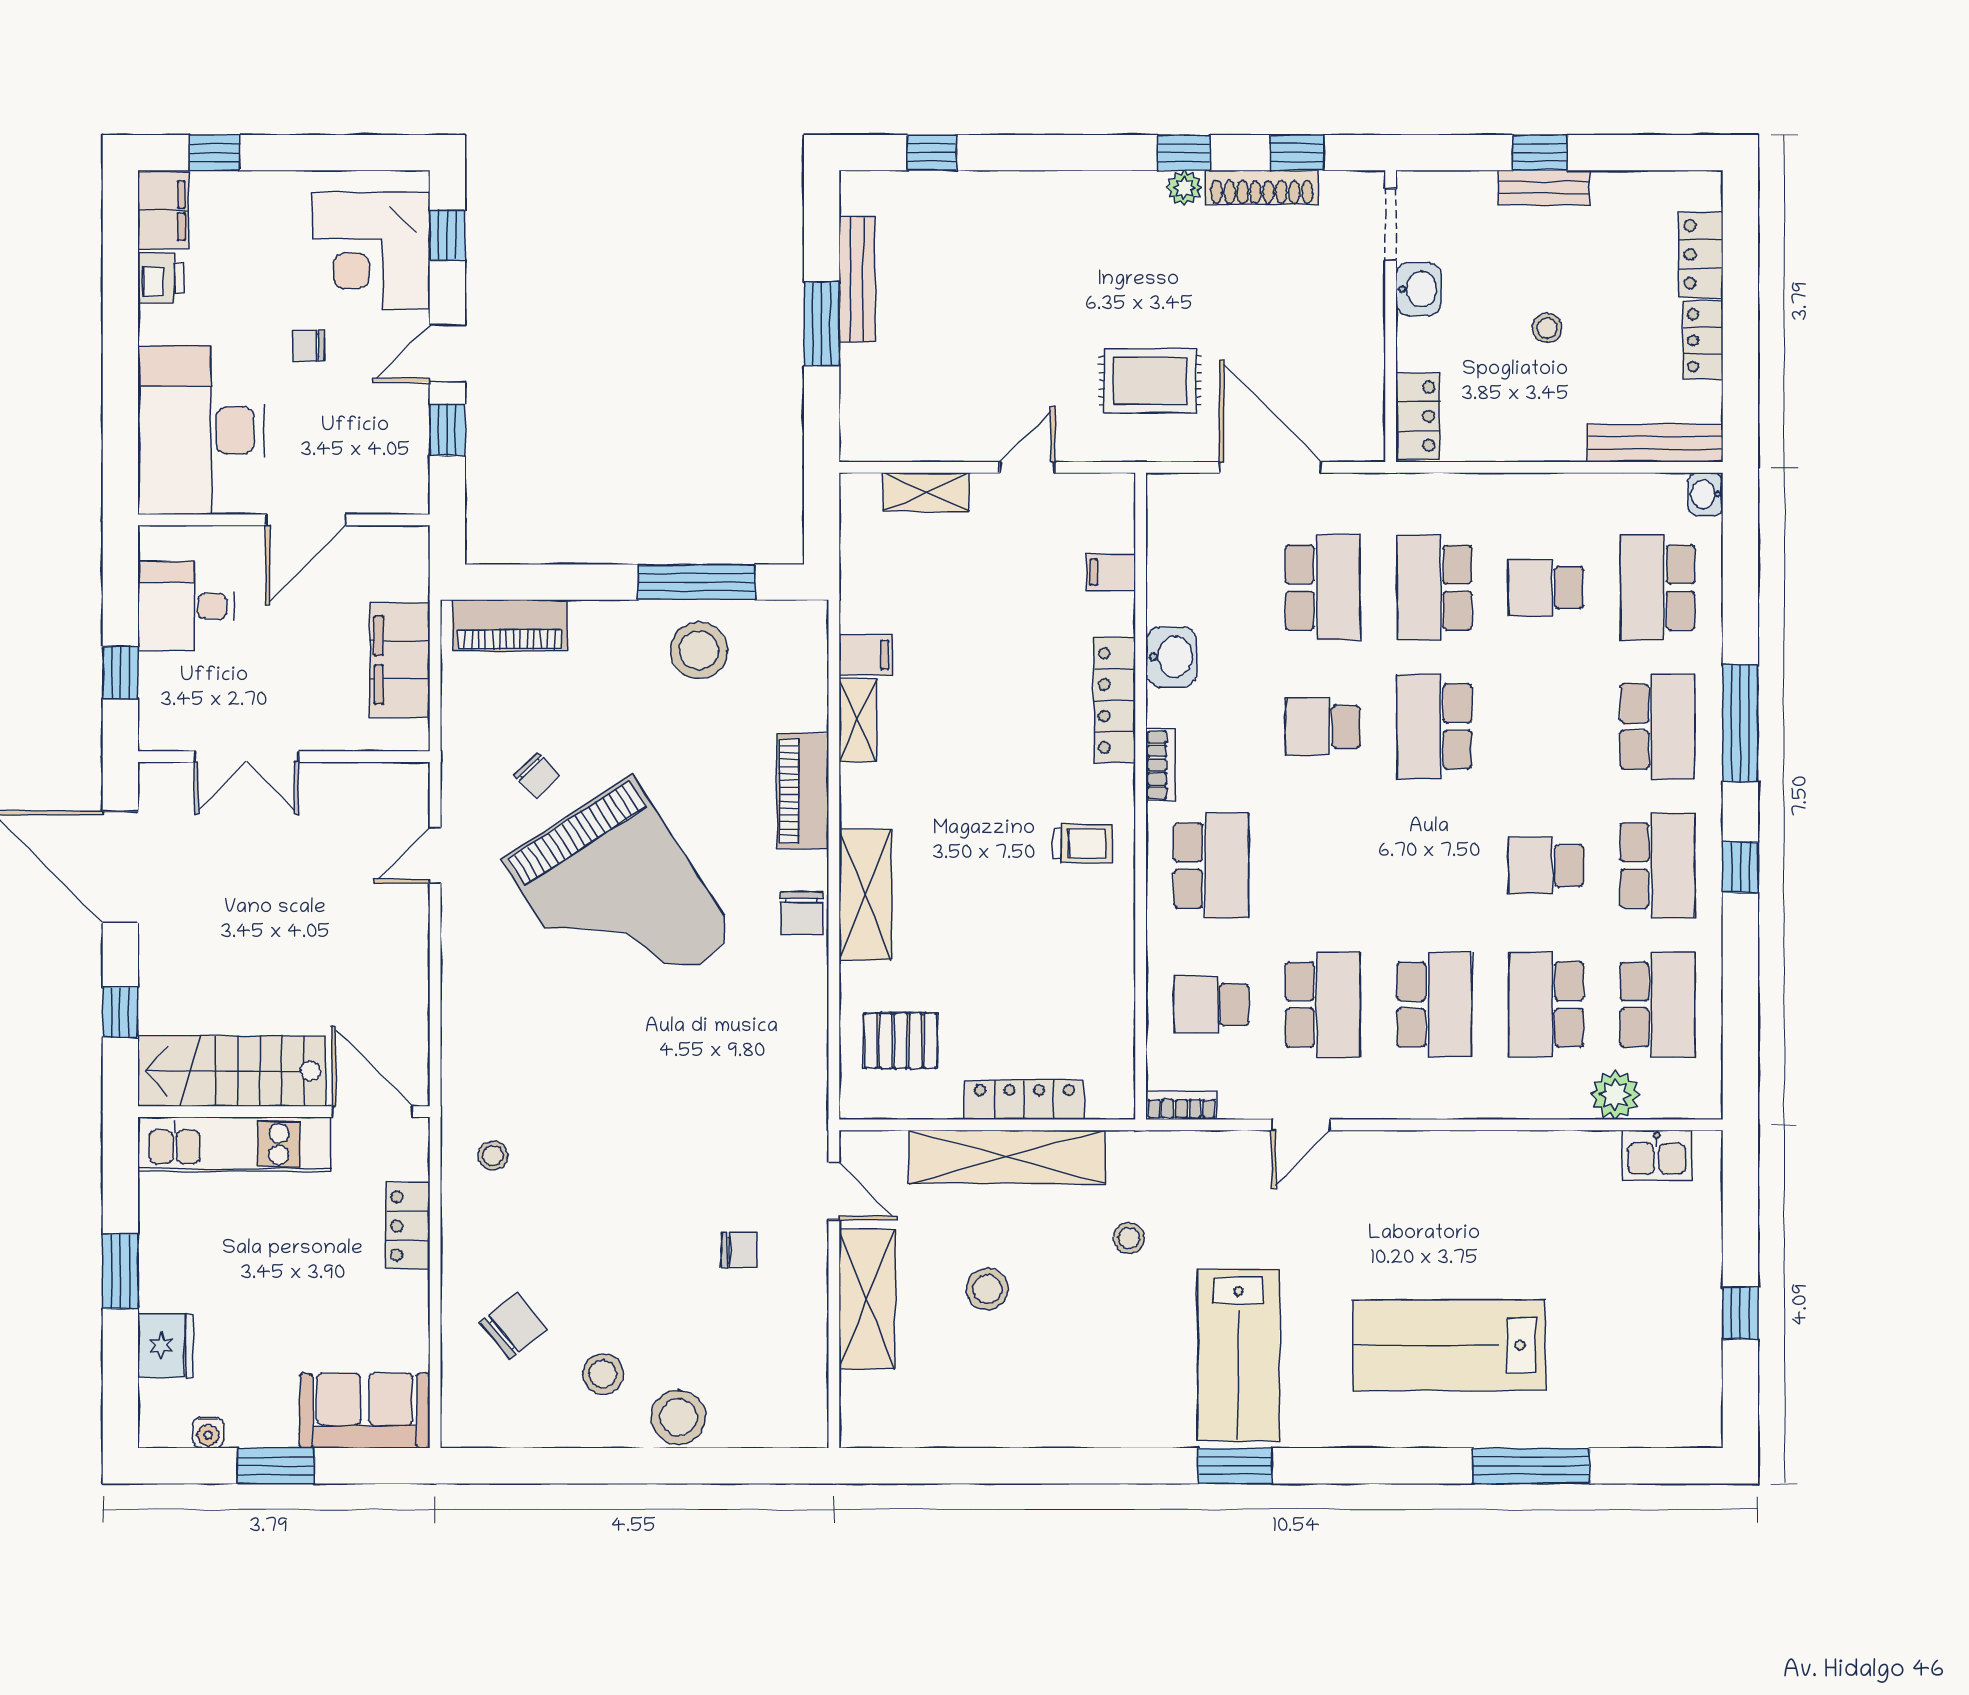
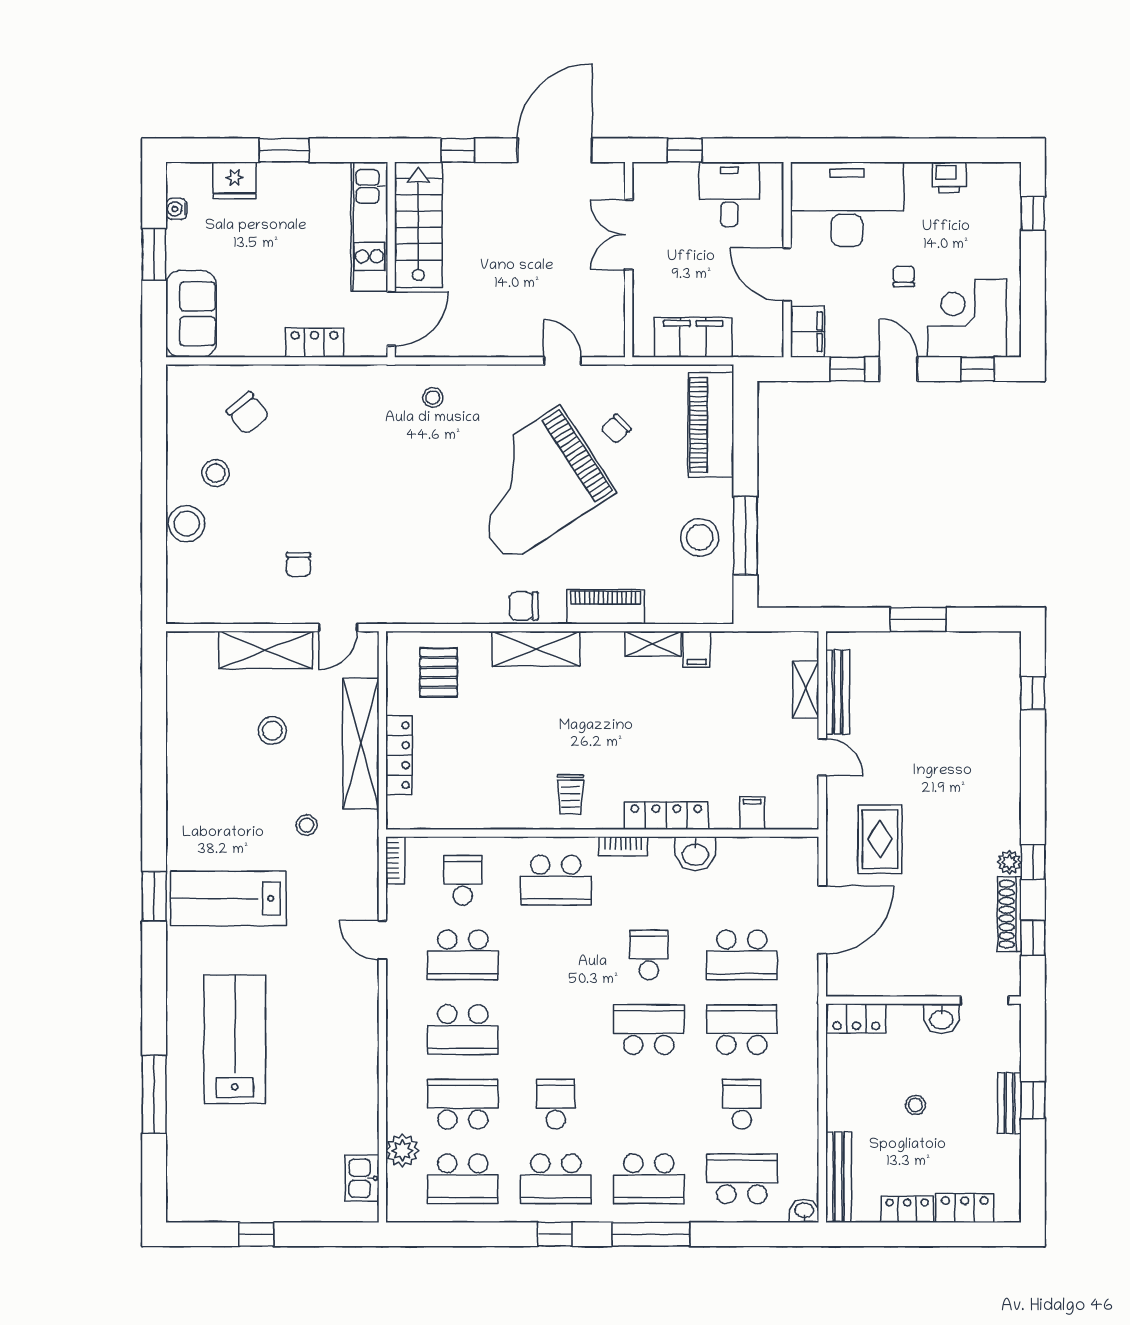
filing cabinet: (163, 211) -> (808, 332), moved, turned -90
bench: (857, 279) -> (838, 692), moved, turned 90
piano: (510, 625) -> (711, 425), width x1.37, depth x1.33
stool: (493, 1156) -> (433, 398), moved

